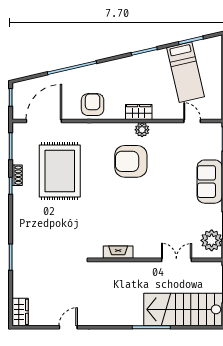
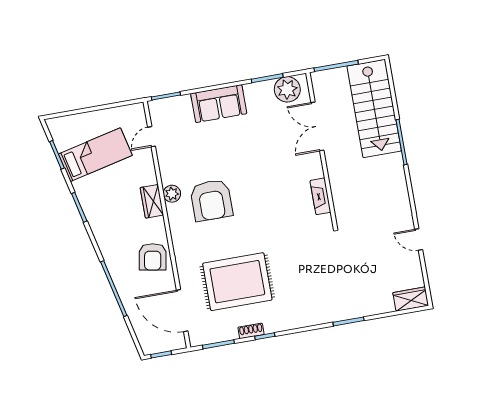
armchair: (93, 105) -> (153, 257), turned -80
double door: (176, 260) -> (317, 126), width x1.37

